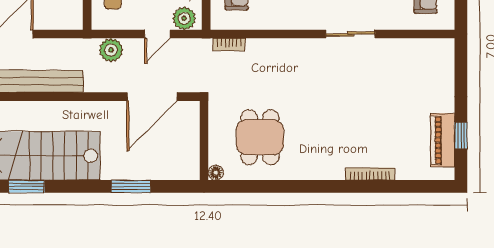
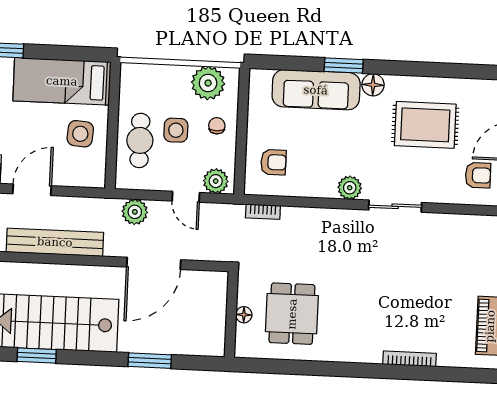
plant: (308, 19) -> (350, 188), added
door: (157, 34) -> (186, 197), hinge flipped
door: (152, 97) -> (154, 263), moved
floor lamp: (216, 173) -> (244, 315), moved

